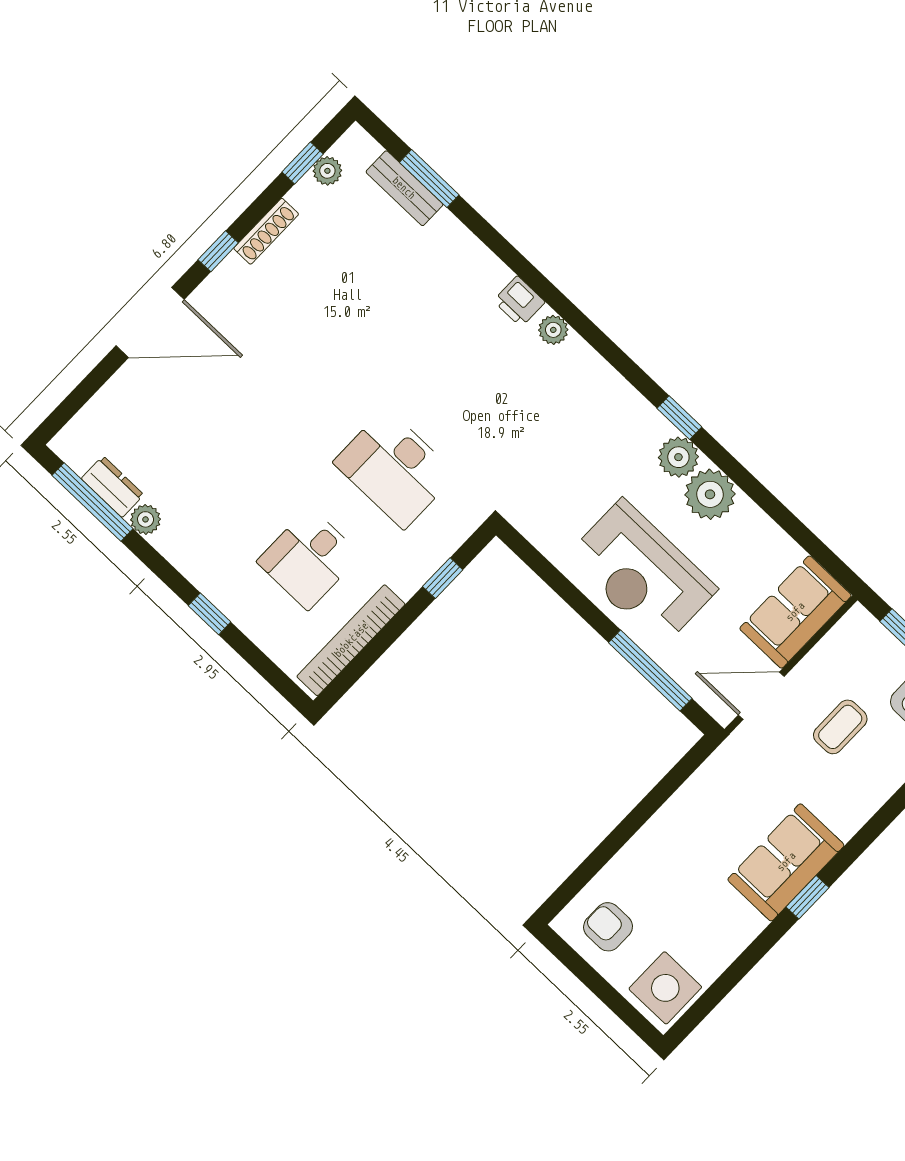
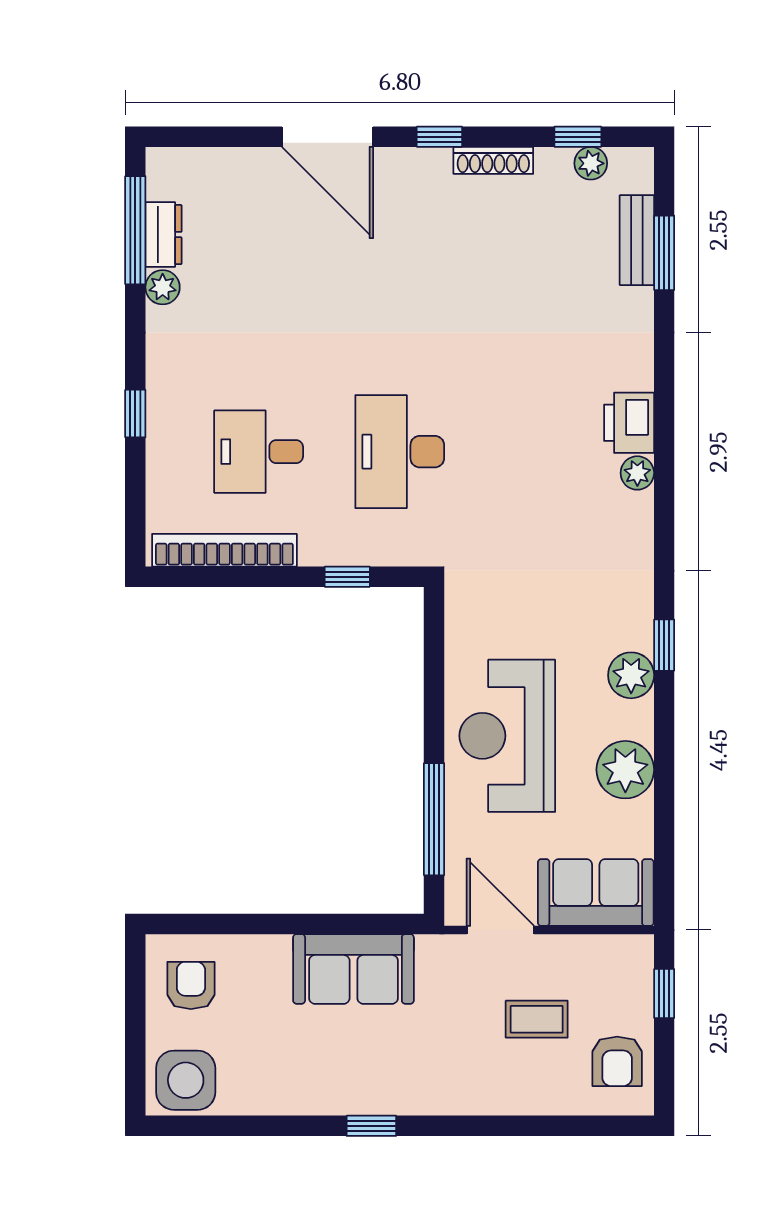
printer: (519, 301) -> (629, 423), width x1.36, depth x1.24
plant: (710, 494) -> (625, 770), moved
sofa: (786, 862) -> (353, 969), moved, turned 180

